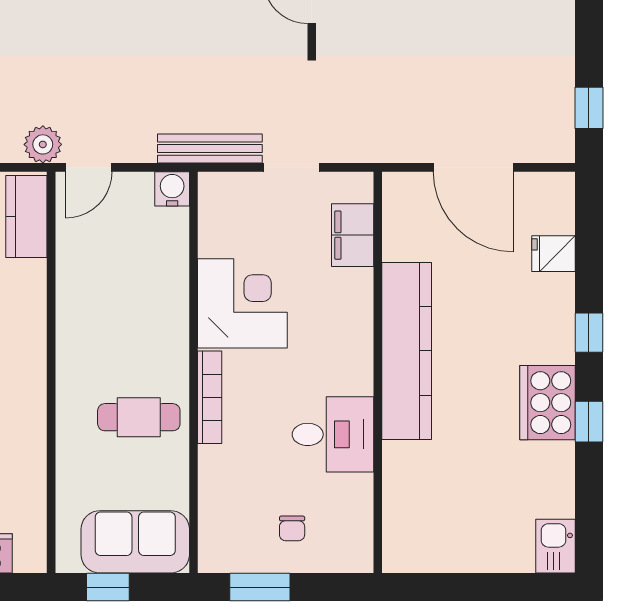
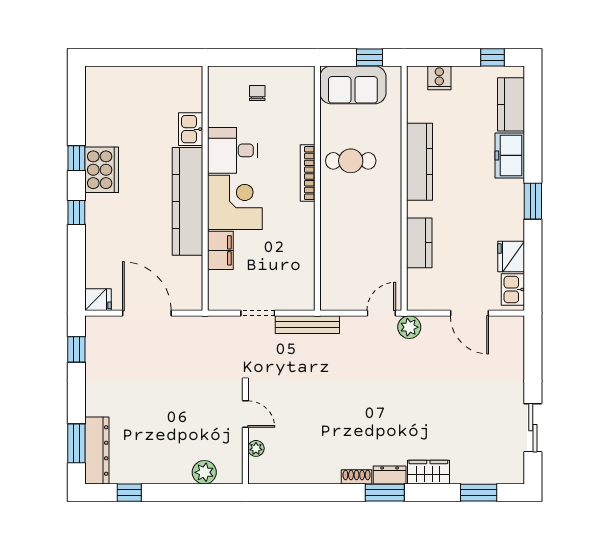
water cooler: (172, 189) -> (330, 300), removed
kitchen counter: (26, 216) -> (419, 243), moved
filing cabinet: (353, 235) -> (220, 250), moved
fridge: (553, 254) -> (98, 300), moved
corner desk: (242, 303) -> (235, 202), moved, turned 180
kitchen counter: (26, 416) -> (420, 162), added
kitchen sink: (555, 546) -> (191, 129), moved, turned 180
window: (260, 587) -> (277, 57), removed

